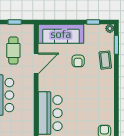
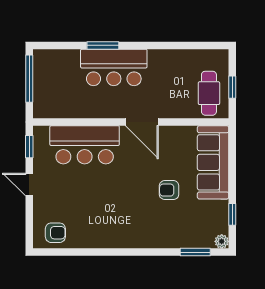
cafe table: (13, 50) -> (209, 93), moved, turned 90
coffee table: (105, 60) -> (171, 234), removed
door: (36, 63) -> (142, 122), moved

